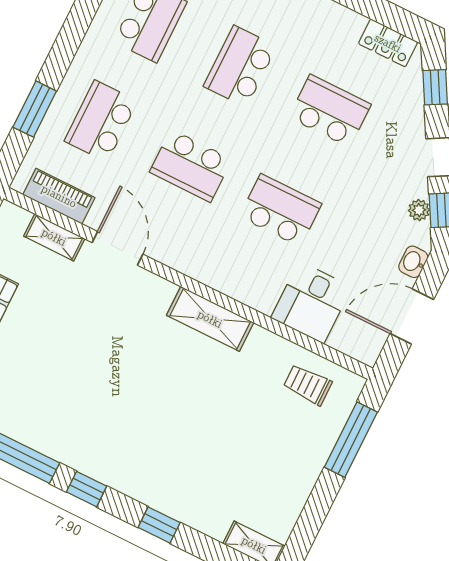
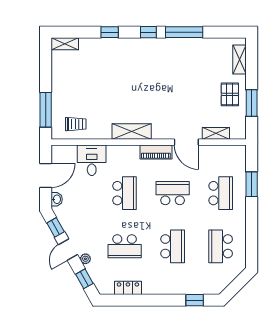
locker: (388, 43) -> (128, 288), moved
piano: (59, 196) -> (156, 152), moved
school desk: (281, 210) -> (125, 193), turned -90
plant: (419, 210) -> (85, 259), moved

